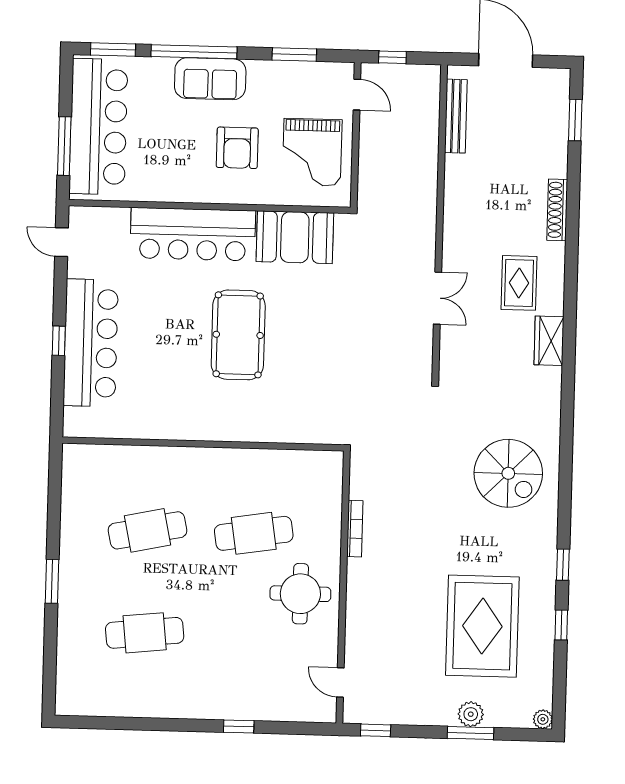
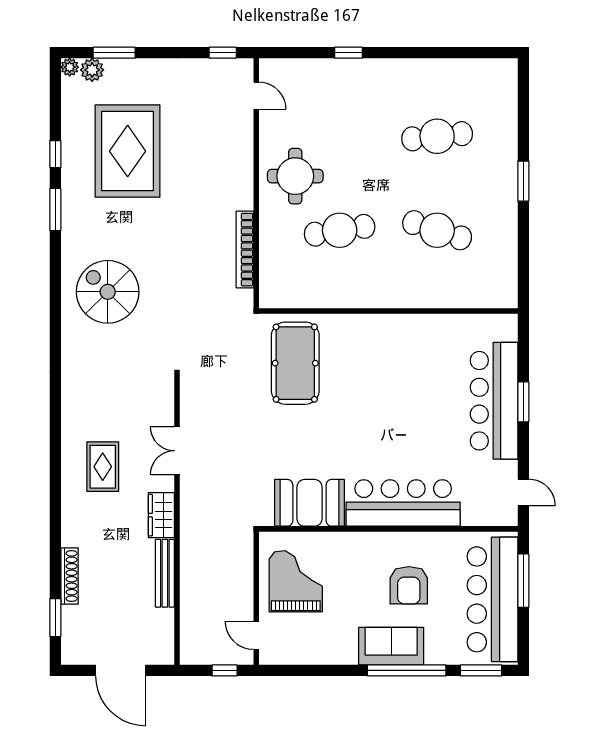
window: (294, 55) -> (315, 670), removed
bench: (456, 116) -> (165, 573), moved
armchair: (237, 148) -> (409, 585), moved, turned 180
shoe rack: (557, 210) -> (69, 576), moved
pool table: (238, 335) -> (295, 363), moved
window: (59, 341) -> (523, 402), width x1.50
wardrobe: (549, 341) -> (161, 515), moved, turned 180
bookcase: (355, 529) -> (245, 250), width x1.48, depth x1.31
cafe table: (148, 530) -> (437, 230), turned 30
window: (563, 565) -> (55, 209), width x1.50
plant: (471, 714) -> (92, 70), moved
window: (471, 733) -> (114, 53), moved

